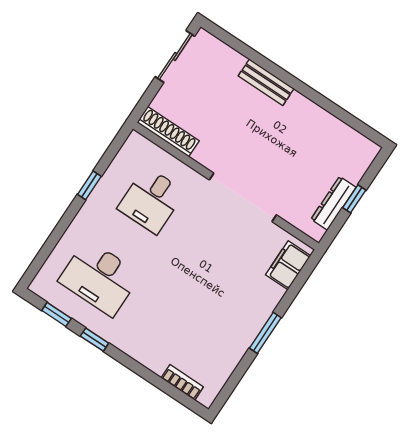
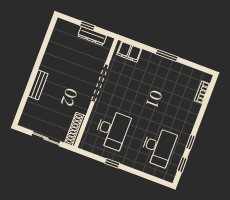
sliding door: (175, 56) -> (46, 139), moved
desk: (151, 200) -> (112, 130), width x1.37

